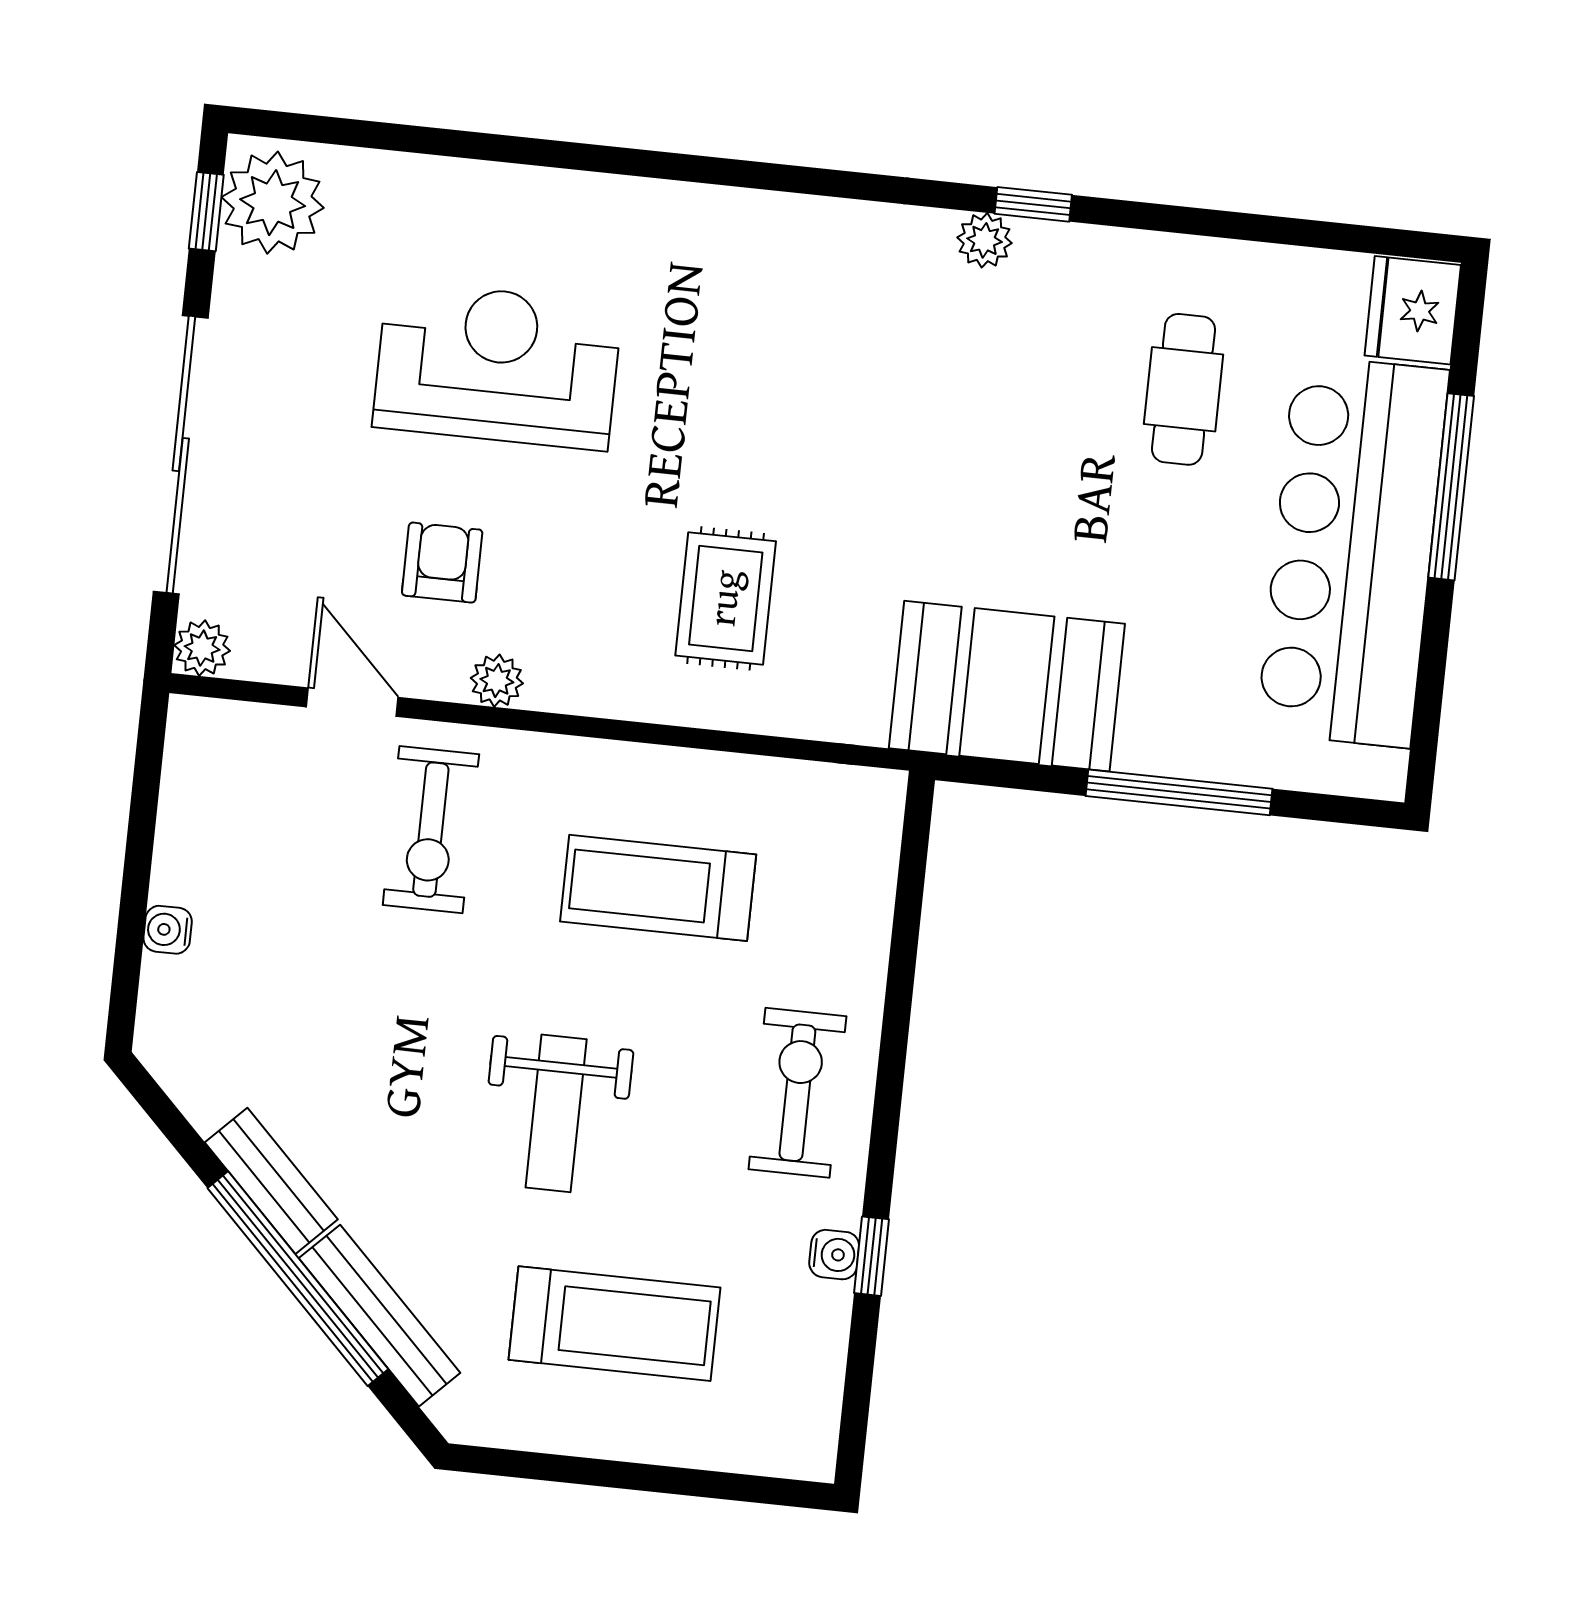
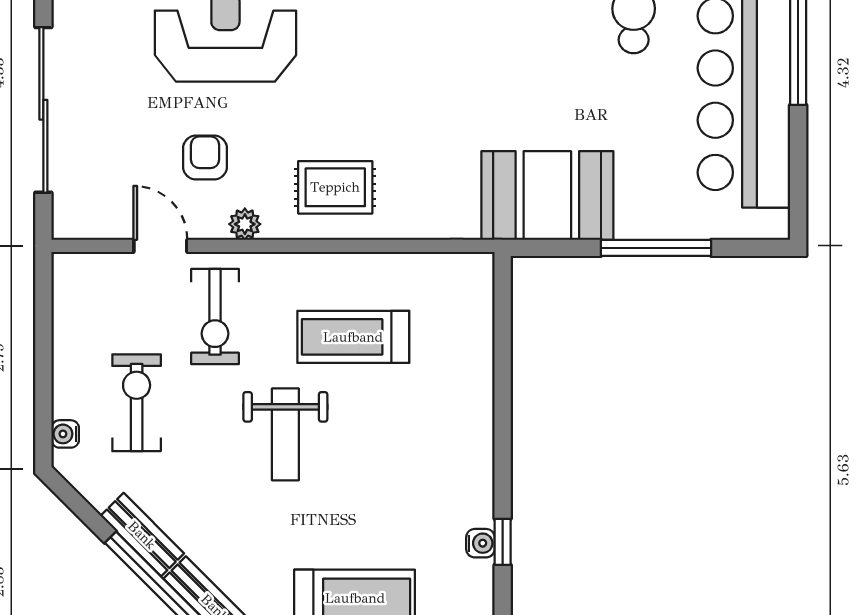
rug: (726, 598) -> (335, 187), moved, turned 90
plant: (202, 648) -> (68, 223), removed
water cooler: (168, 930) -> (65, 434), moved
exercise bike: (797, 1093) -> (137, 403), moved
weight bench: (556, 1113) -> (285, 434), moved

